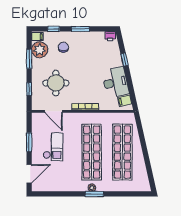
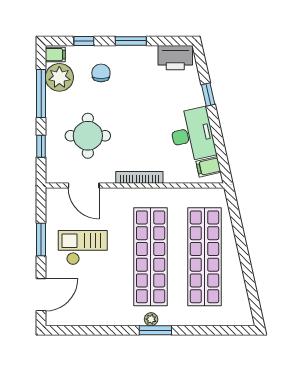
printer: (110, 36) -> (175, 58), width x1.87, depth x1.48
window: (29, 59) -> (41, 93), width x1.44
checkout: (53, 147) -> (83, 248), turned -90

